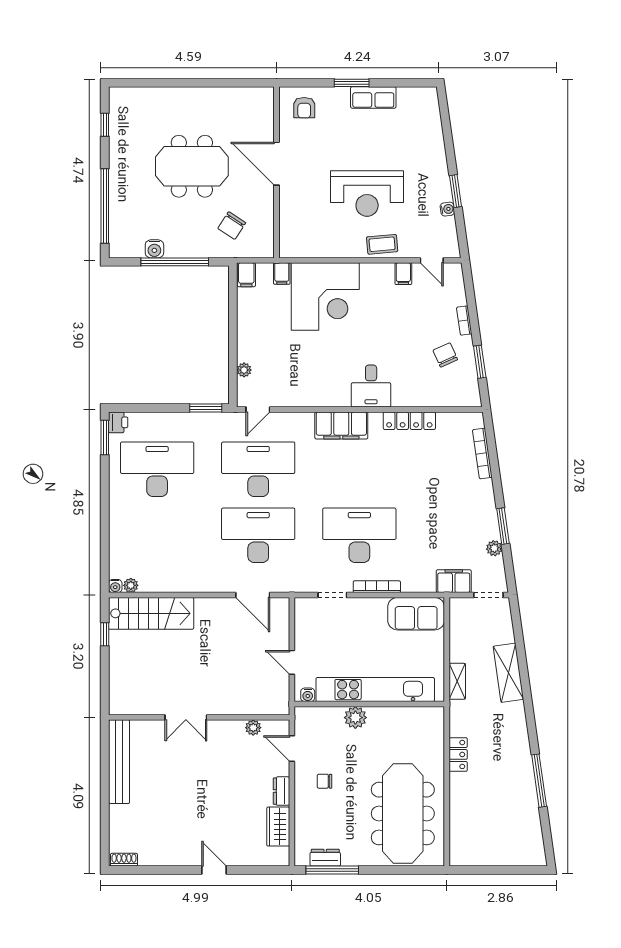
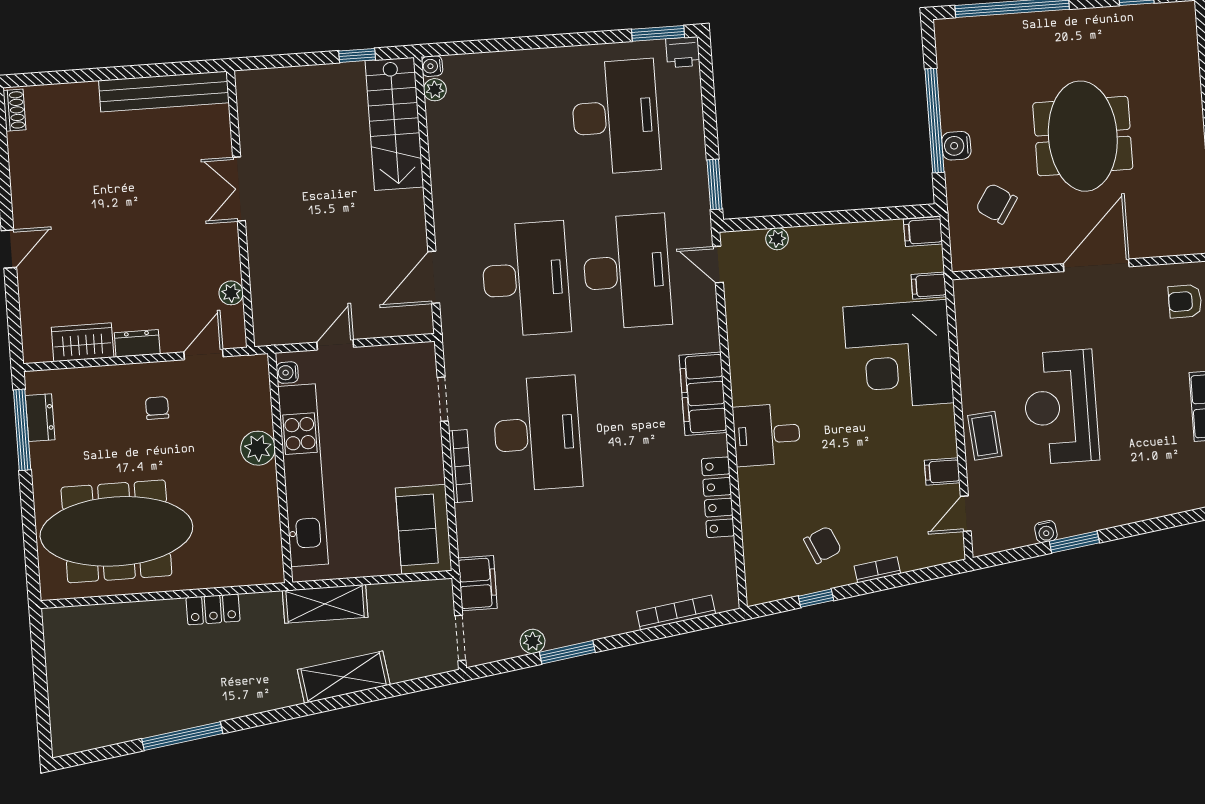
water cooler: (154, 249) -> (956, 146), moved
window: (480, 362) -> (816, 598), width x0.67
shelving: (457, 681) -> (325, 604), width x1.50, depth x1.33

